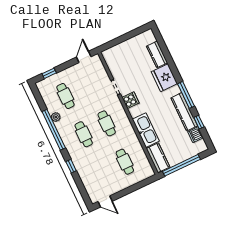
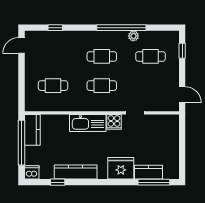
window: (186, 95) -> (154, 182), moved
kitchen sink: (146, 130) -> (88, 123), moved
dishwasher: (196, 135) -> (32, 172), moved
kitchen counter: (158, 158) -> (32, 130), moved, turned -90
window: (71, 166) -> (55, 28), moved

